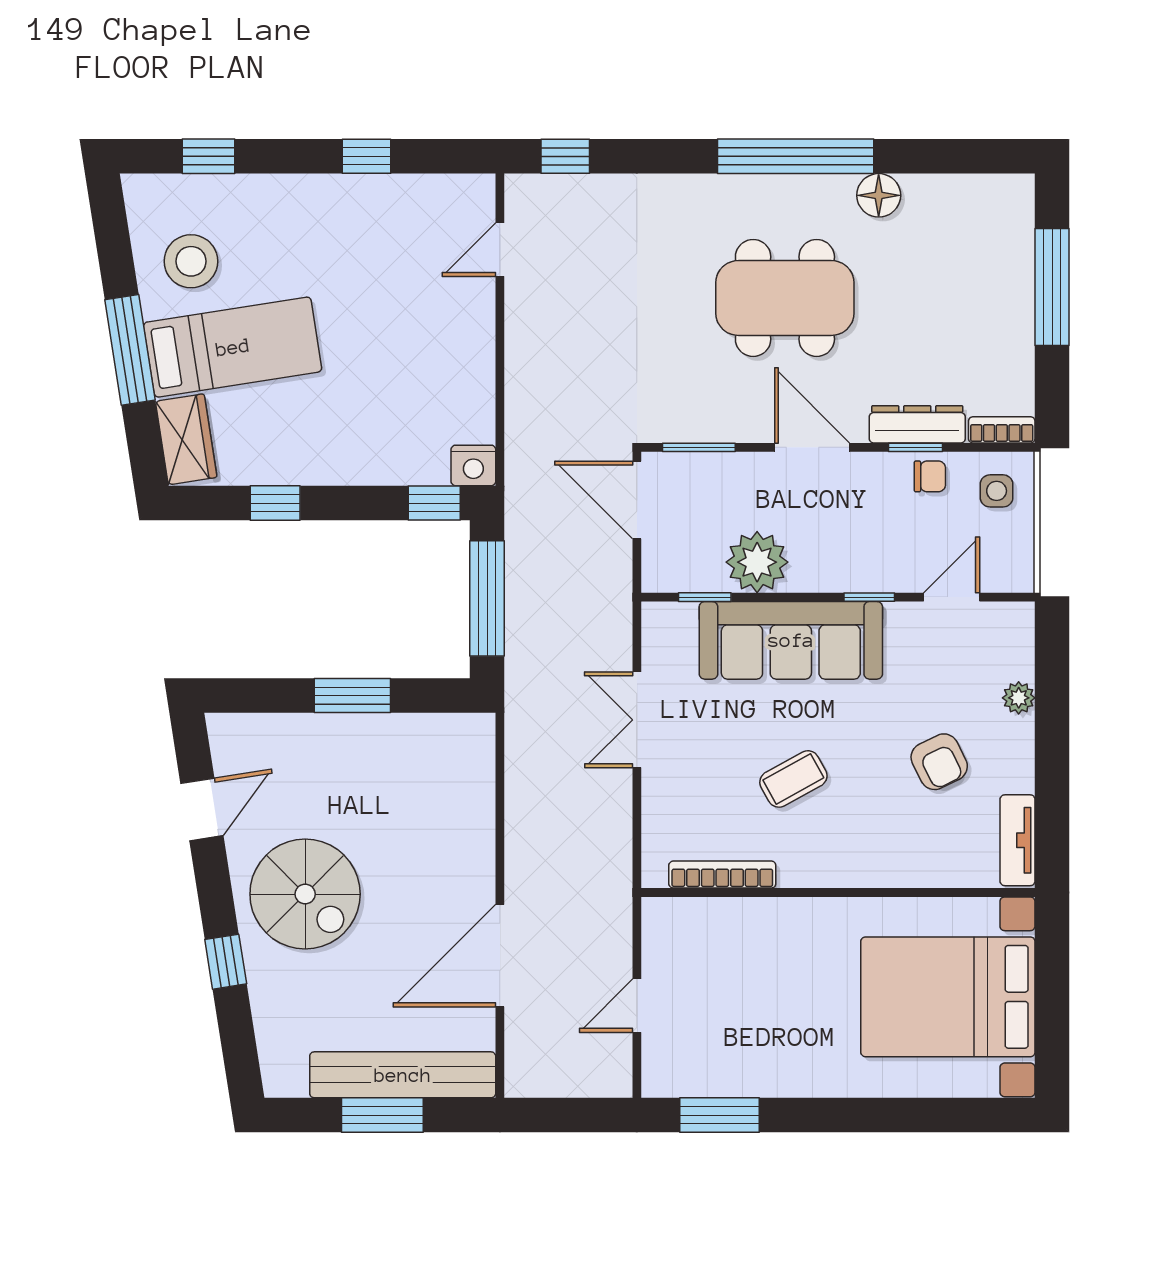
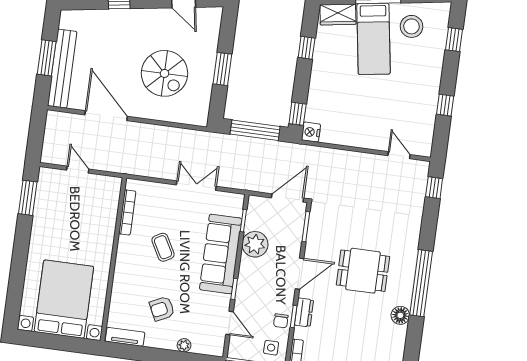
dining table: (785, 298) -> (363, 271), width x0.73
dresser: (917, 424) -> (304, 312), width x0.70
spiral stairs: (305, 894) -> (165, 73), moved, turned -90

